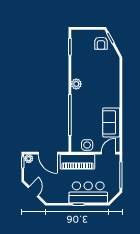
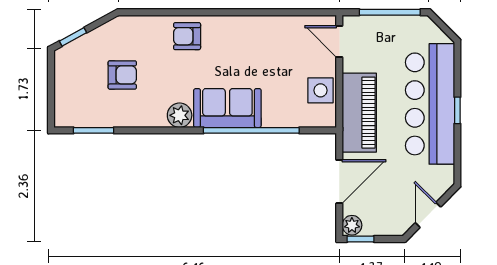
armchair: (101, 43) -> (122, 75), moved
armchair: (111, 87) -> (187, 36), added
sofa: (111, 122) -> (227, 108), moved, turned 180
door: (33, 192) -> (428, 215), hinge flipped
bar counter: (88, 192) -> (430, 104), width x1.36

